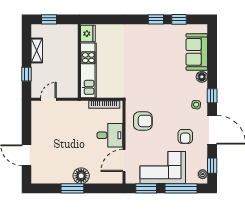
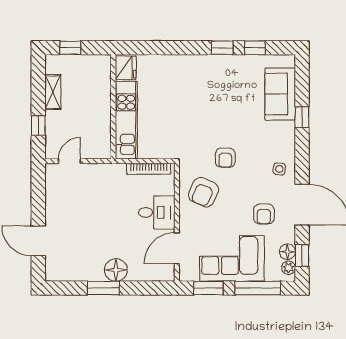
floor lamp: (202, 77) -> (287, 252), moved
window: (212, 96) -> (302, 117), moved
armchair: (158, 97) -> (225, 158), added
armchair: (143, 121) -> (204, 192), turned 115

